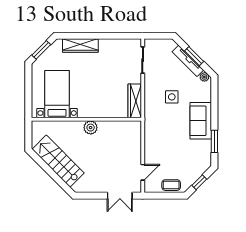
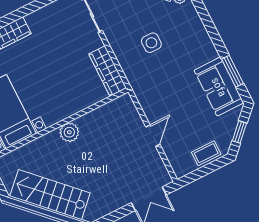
sofa: (201, 121) -> (219, 87), moved
door: (143, 172) -> (153, 136), moved

